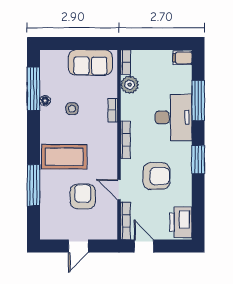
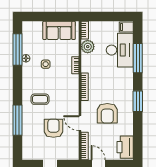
desk: (174, 117) -> (120, 50), moved
coffee table: (64, 157) -> (40, 99), width x0.54, depth x0.58
armchair: (156, 176) -> (107, 113), turned 90

